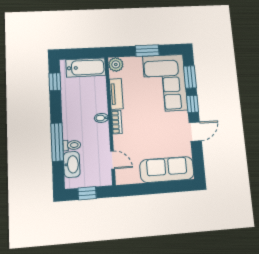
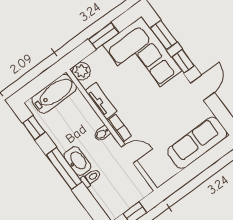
window: (57, 142) -> (64, 169), moved
door: (113, 160) -> (129, 154), moved
washbasin: (72, 164) -> (77, 161), moved

